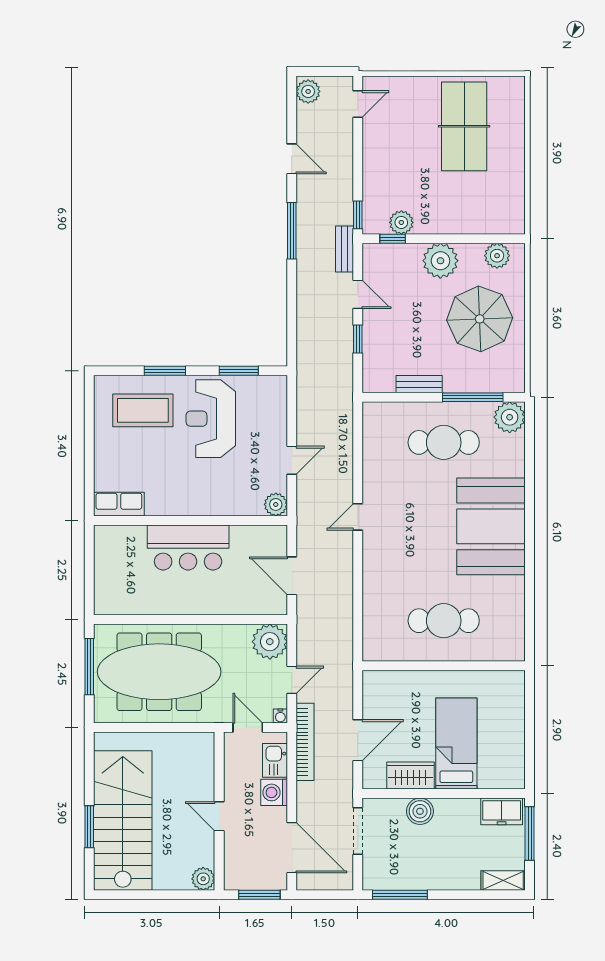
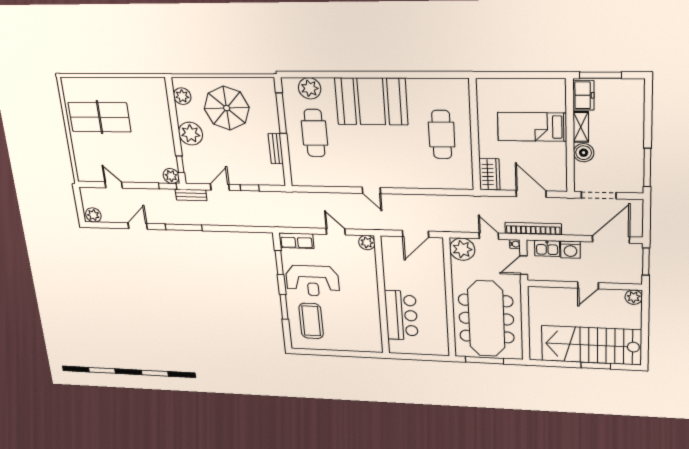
door: (358, 104) -> (114, 185), moved
plant: (401, 222) -> (171, 176), moved
plant: (510, 417) -> (310, 88), moved
row of seats: (119, 504) -> (296, 241), moved, turned -90
bar counter: (188, 548) -> (401, 315), moved
wardrobe: (411, 775) -> (489, 174), moved, turned 180
shelving: (503, 880) -> (581, 127), moved

